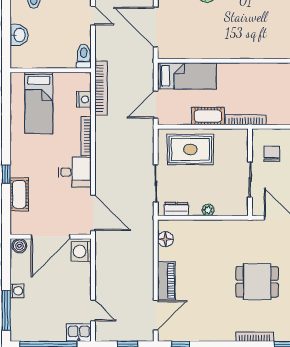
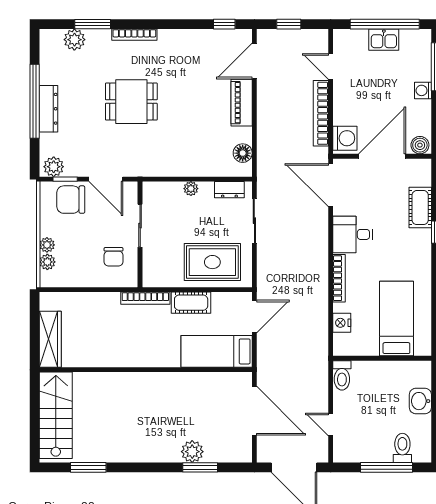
bookcase: (101, 88) -> (321, 113), moved
kitchen sink: (79, 333) -> (384, 40), moved

